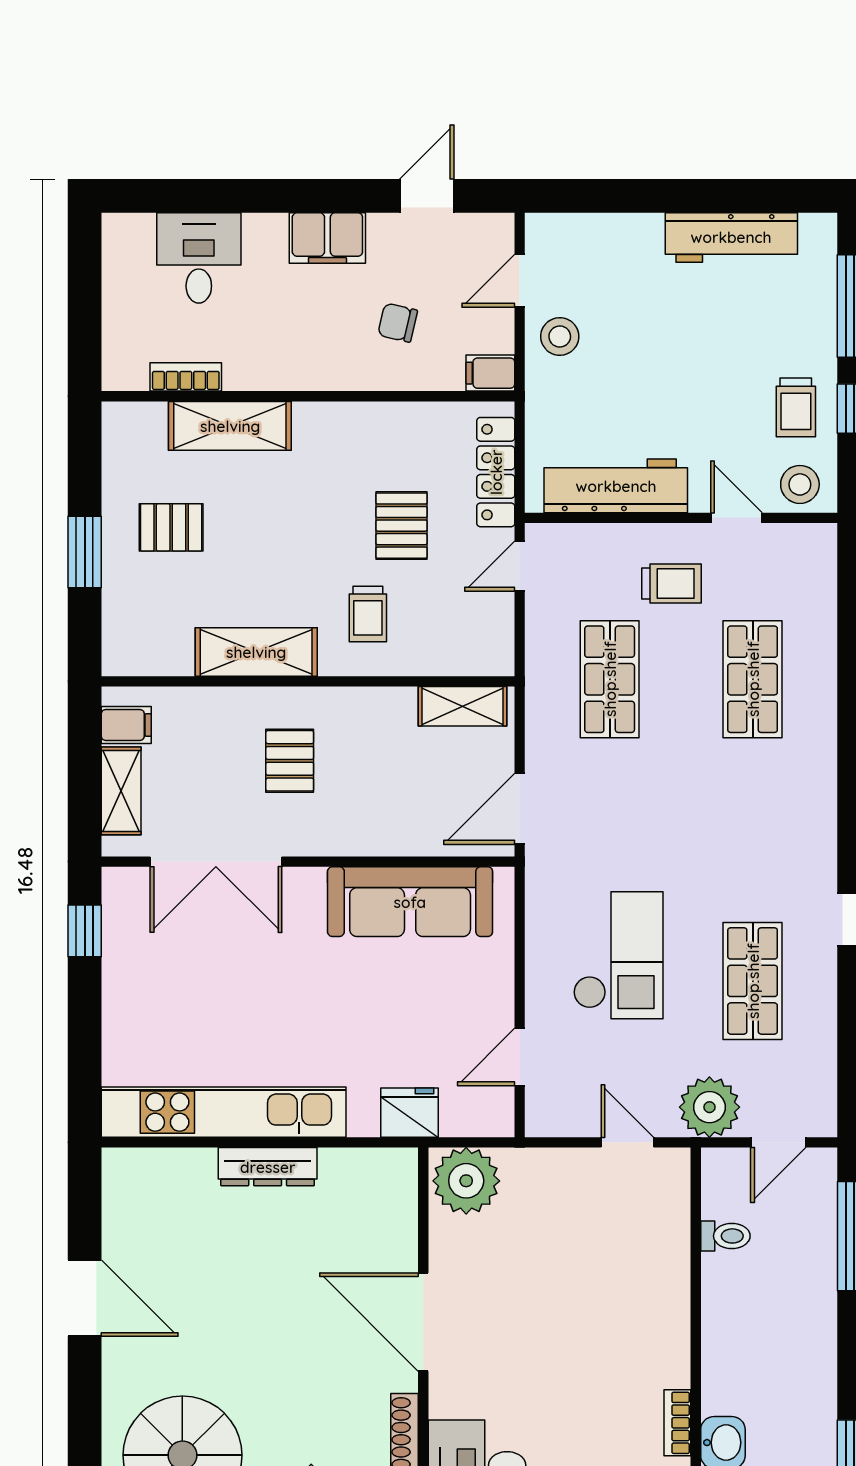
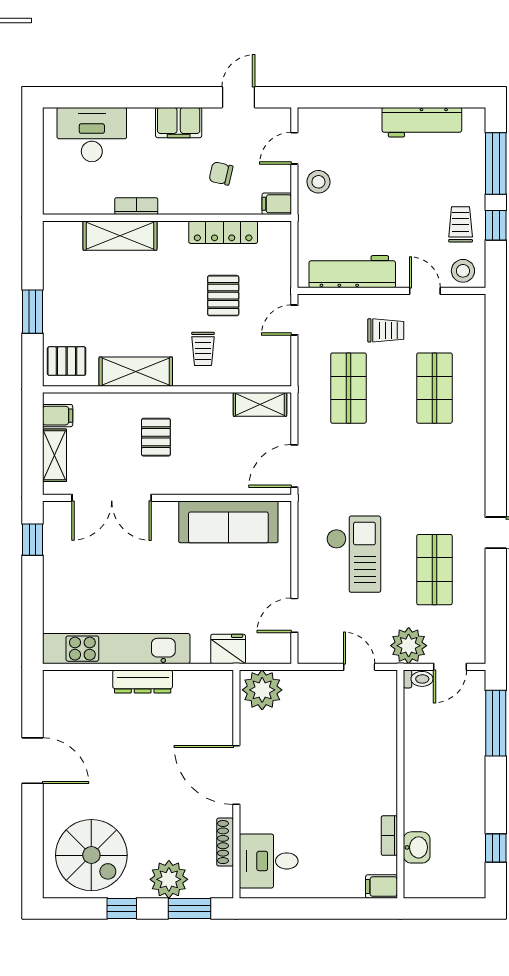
desk: (199, 258) -> (92, 135), width x1.37
bookcase: (186, 377) -> (136, 206), moved
trolley: (796, 407) -> (461, 224), turned 180
locker: (496, 472) -> (223, 232), moved, turned -90
pallet: (171, 527) -> (67, 361), moved
toilet: (725, 1236) -> (418, 679), moved

